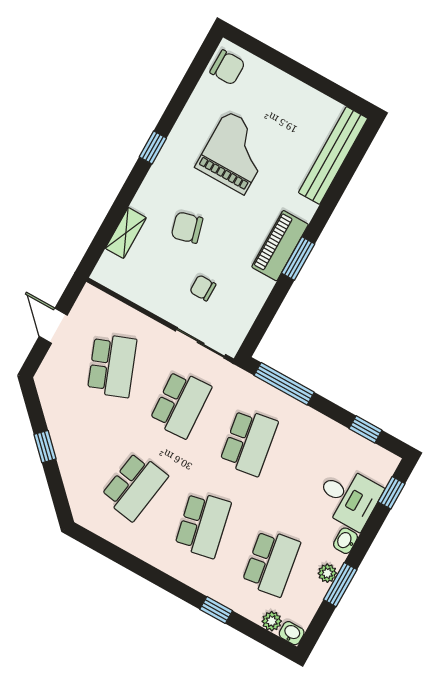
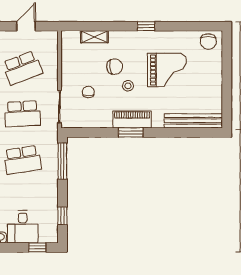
stool: (227, 224) -> (128, 86), added
chair: (187, 228) -> (115, 67), turned 99

